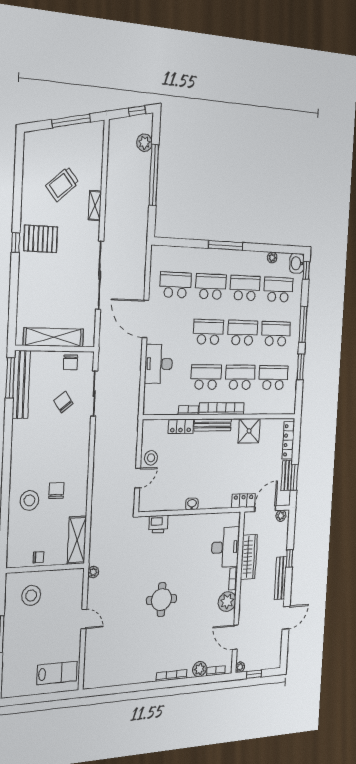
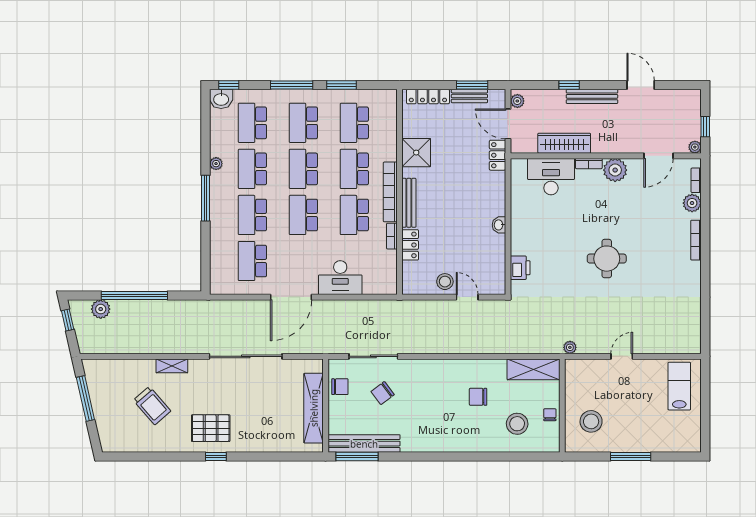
pallet: (41, 239) -> (211, 428), turned 90
plant: (272, 258) -> (216, 164), moved
stool: (29, 500) -> (517, 424), moved

